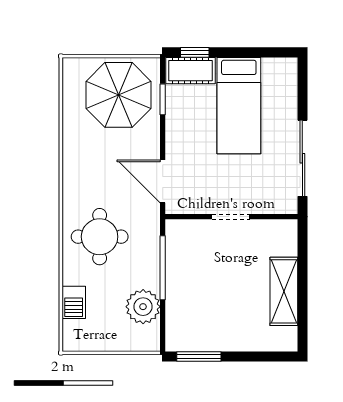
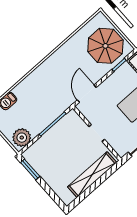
round table: (100, 237) -> (43, 88), removed
shelving: (284, 291) -> (92, 175), width x1.47
plant: (143, 307) -> (22, 138), moved

